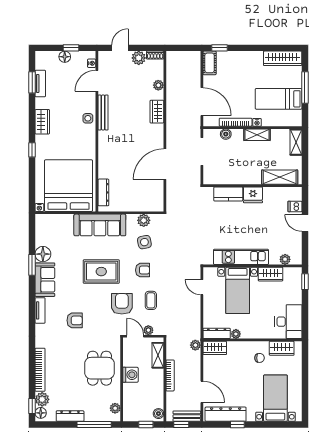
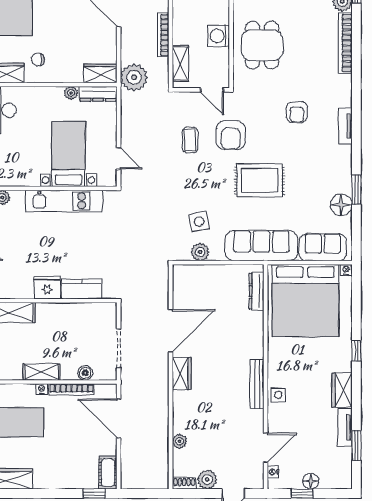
tv unit: (40, 83) -> (345, 428), moved
bench: (103, 112) -> (257, 384), moved
wardrobe: (157, 112) -> (182, 374), moved
armchair: (143, 270) -> (202, 183), removed
wardrobe: (271, 274) -> (23, 177), removed
sofa: (45, 280) -> (323, 247), moved, turned 90
armchair: (75, 320) -> (297, 112), turned -90
plant: (148, 330) -> (194, 98), removed
plant: (195, 345) -> (134, 77), width x1.87, depth x1.87

